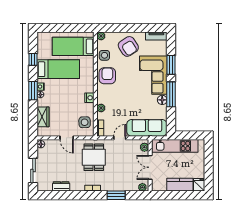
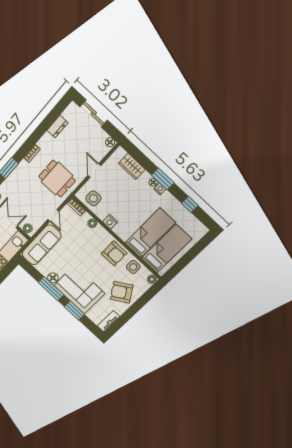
bed: (58, 69) -> (150, 233), moved, turned 180
door: (67, 138) -> (94, 170), hinge flipped

